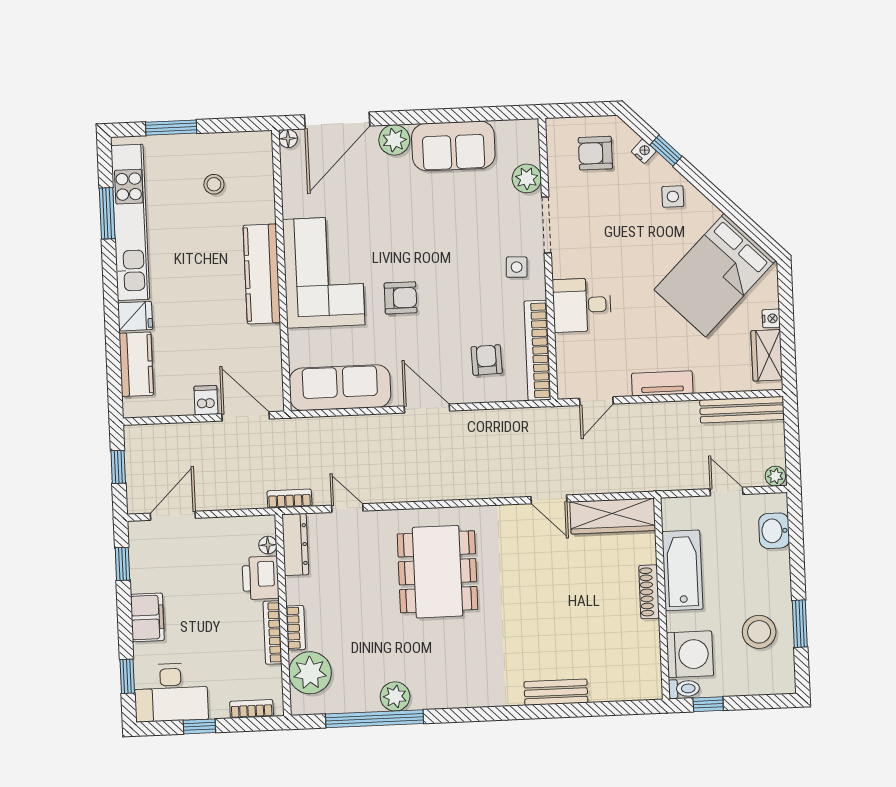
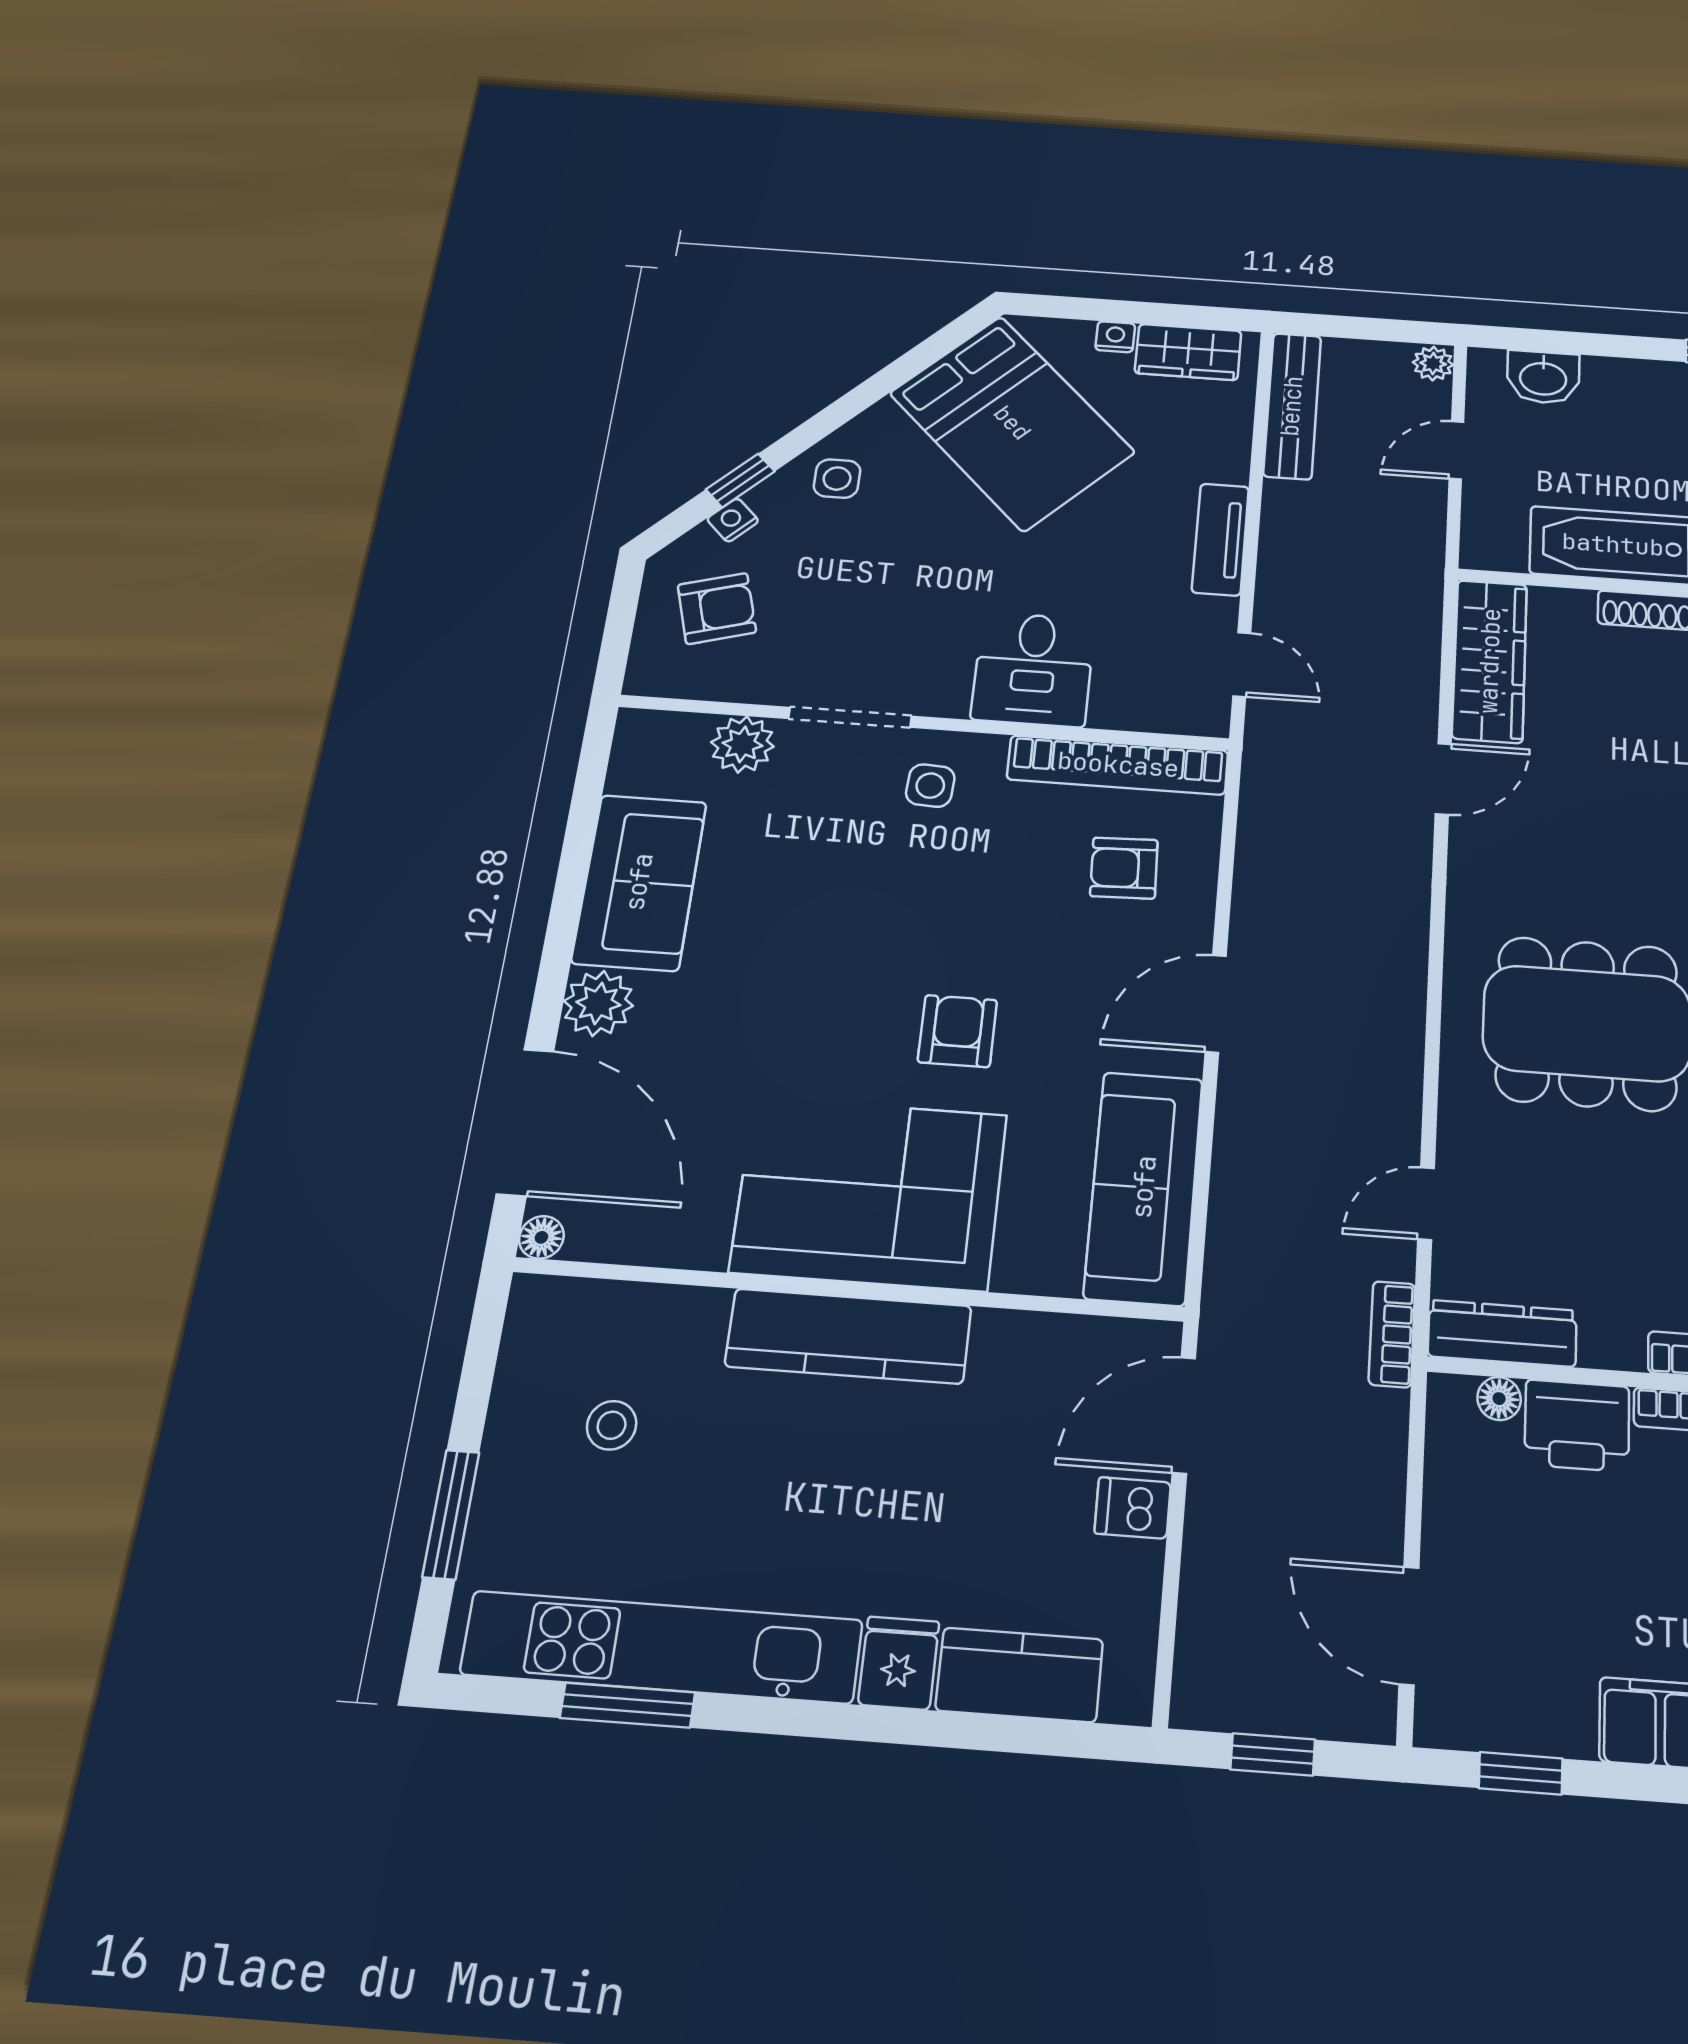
armchair: (595, 153) -> (717, 609), turned -106

